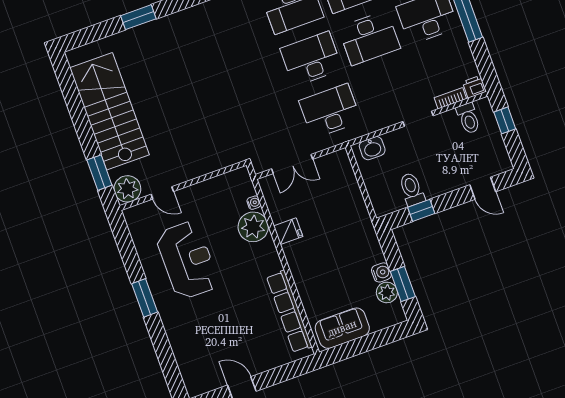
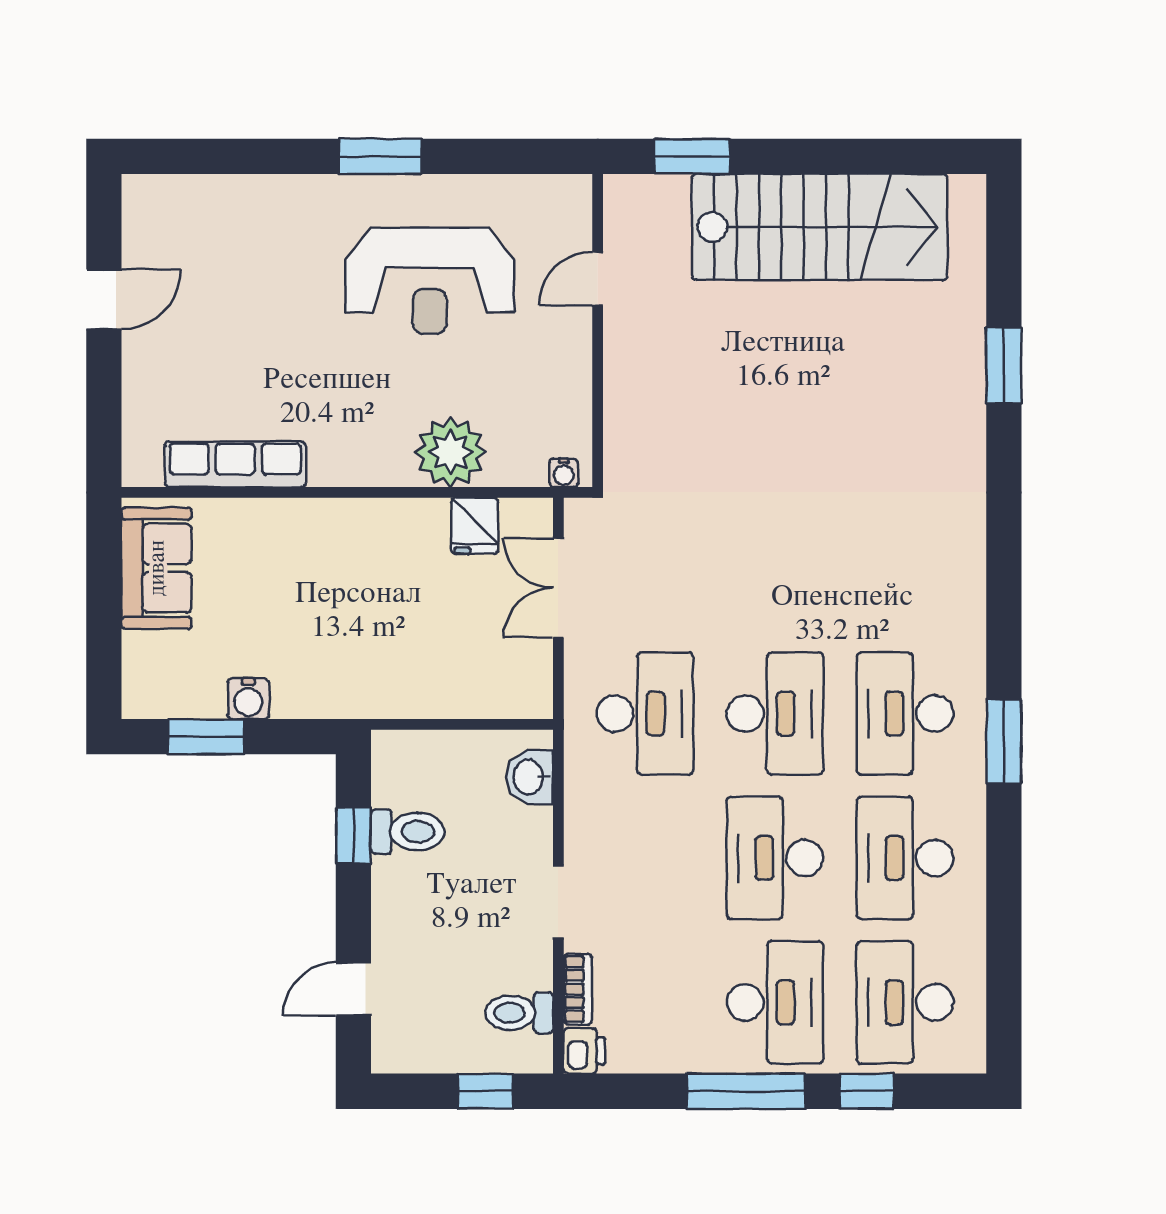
plant: (127, 189) -> (634, 205), removed
water cooler: (254, 203) -> (564, 473), moved
fridge: (288, 231) -> (475, 526), moved
plant: (387, 292) -> (200, 695), removed
row of seats: (289, 312) -> (235, 464), width x0.73

